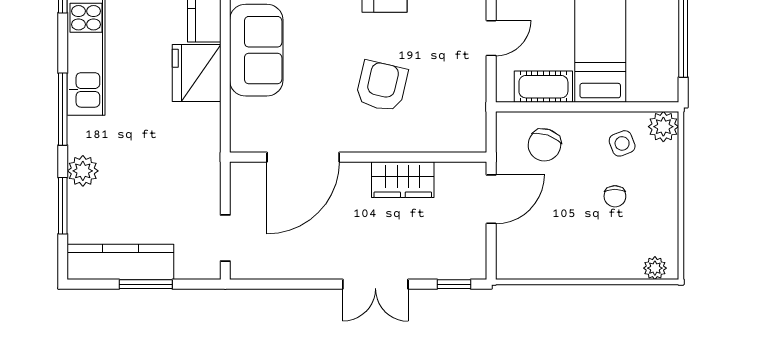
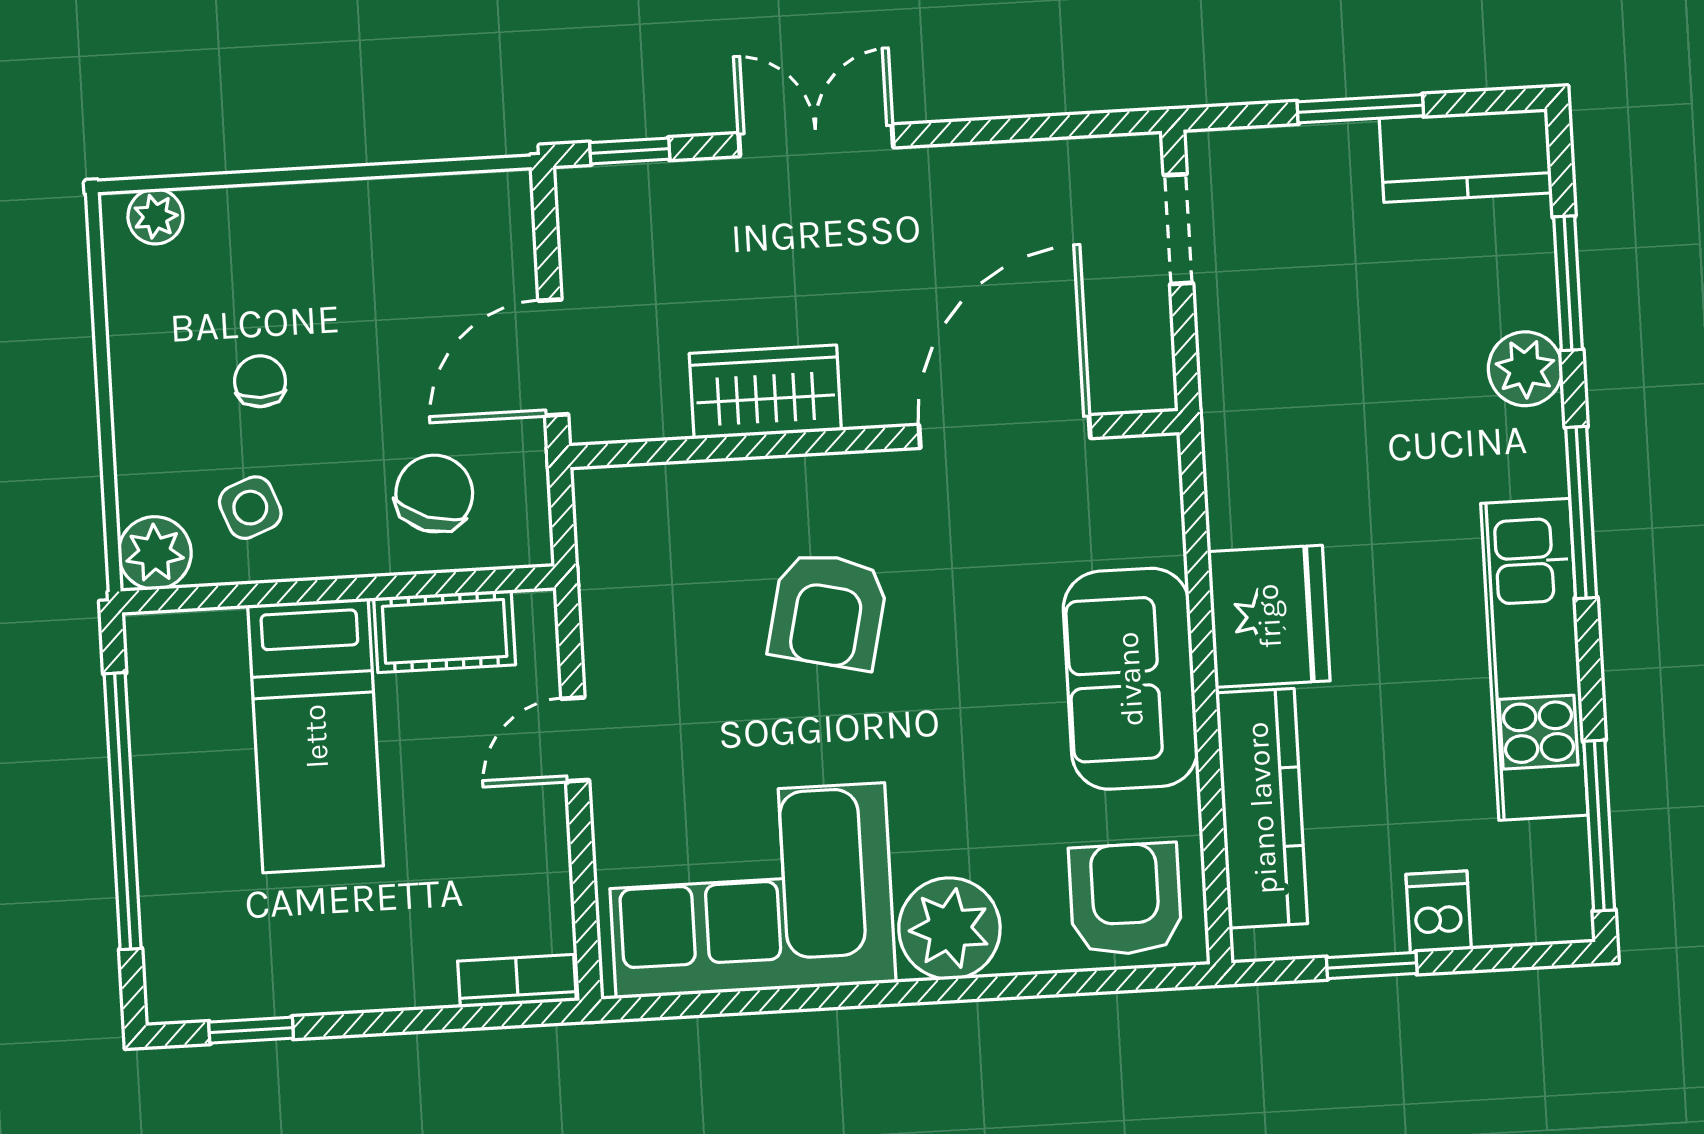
kitchen counter: (120, 262) -> (1466, 156), width x0.67

